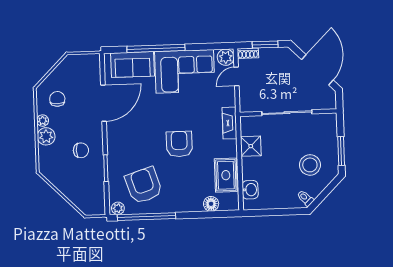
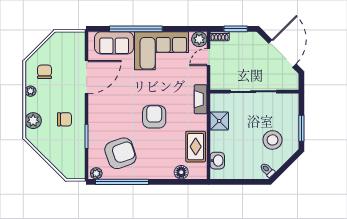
plant: (46, 136) -> (33, 121), moved
armchair: (144, 185) -> (120, 153), turned 89

